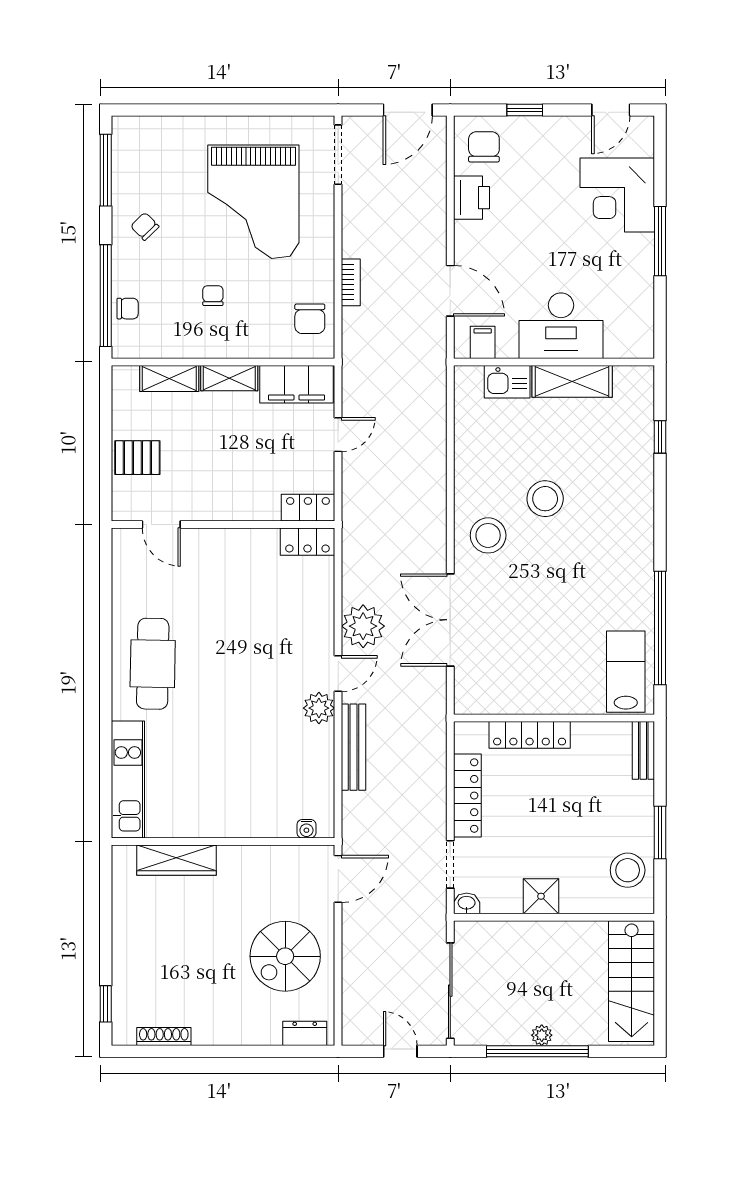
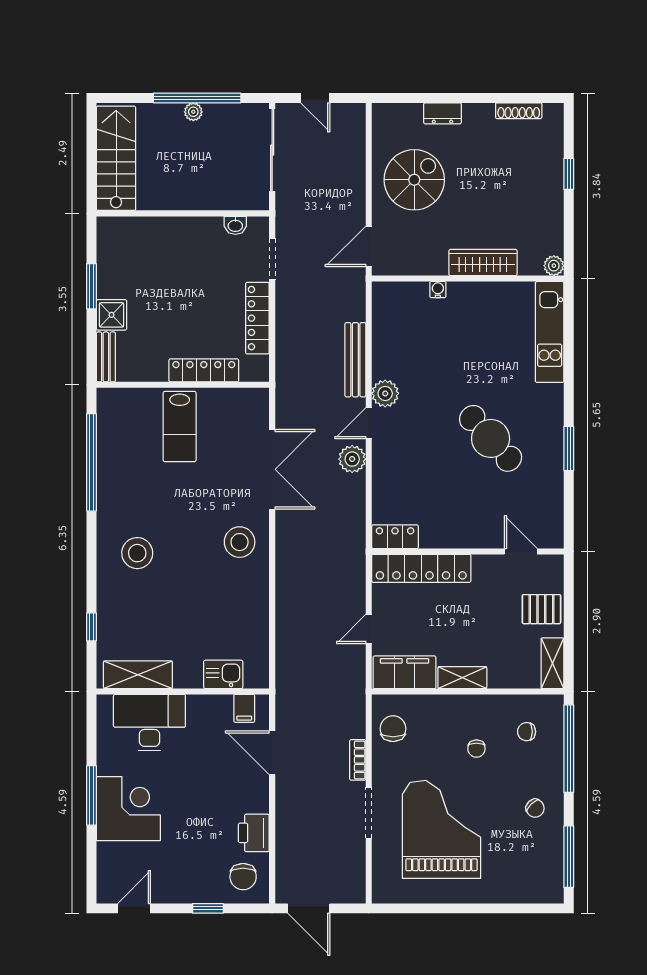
door: (408, 110) -> (309, 908), swing flipped
doorway: (338, 155) -> (369, 813), moved
corner desk: (617, 195) -> (128, 809), moved
chair: (128, 309) -> (527, 732), moved
desk: (561, 326) -> (149, 723), moved
shelving: (169, 378) -> (552, 663), moved, turned 90
shelving: (572, 381) -> (138, 675), moved
stool: (545, 499) -> (137, 553), moved
locker: (308, 508) -> (421, 568), width x2.16, depth x1.21
plant: (363, 626) -> (352, 459), width x0.73, depth x0.73
window: (106, 644) -> (569, 448), added
cafe table: (153, 664) -> (491, 438), moved, turned -43
lab bench: (626, 672) -> (180, 426), moved
water cooler: (306, 829) -> (438, 290), moved
plant: (123, 857) -> (554, 266), added
wardrobe: (177, 860) -> (483, 262), moved
stool: (628, 870) -> (119, 254), removed
shower: (541, 896) -> (112, 315), moved
washbasin: (467, 903) -> (235, 225), moved
window: (106, 1004) -> (569, 174), moved
dresser: (305, 1033) -> (442, 113), moved

